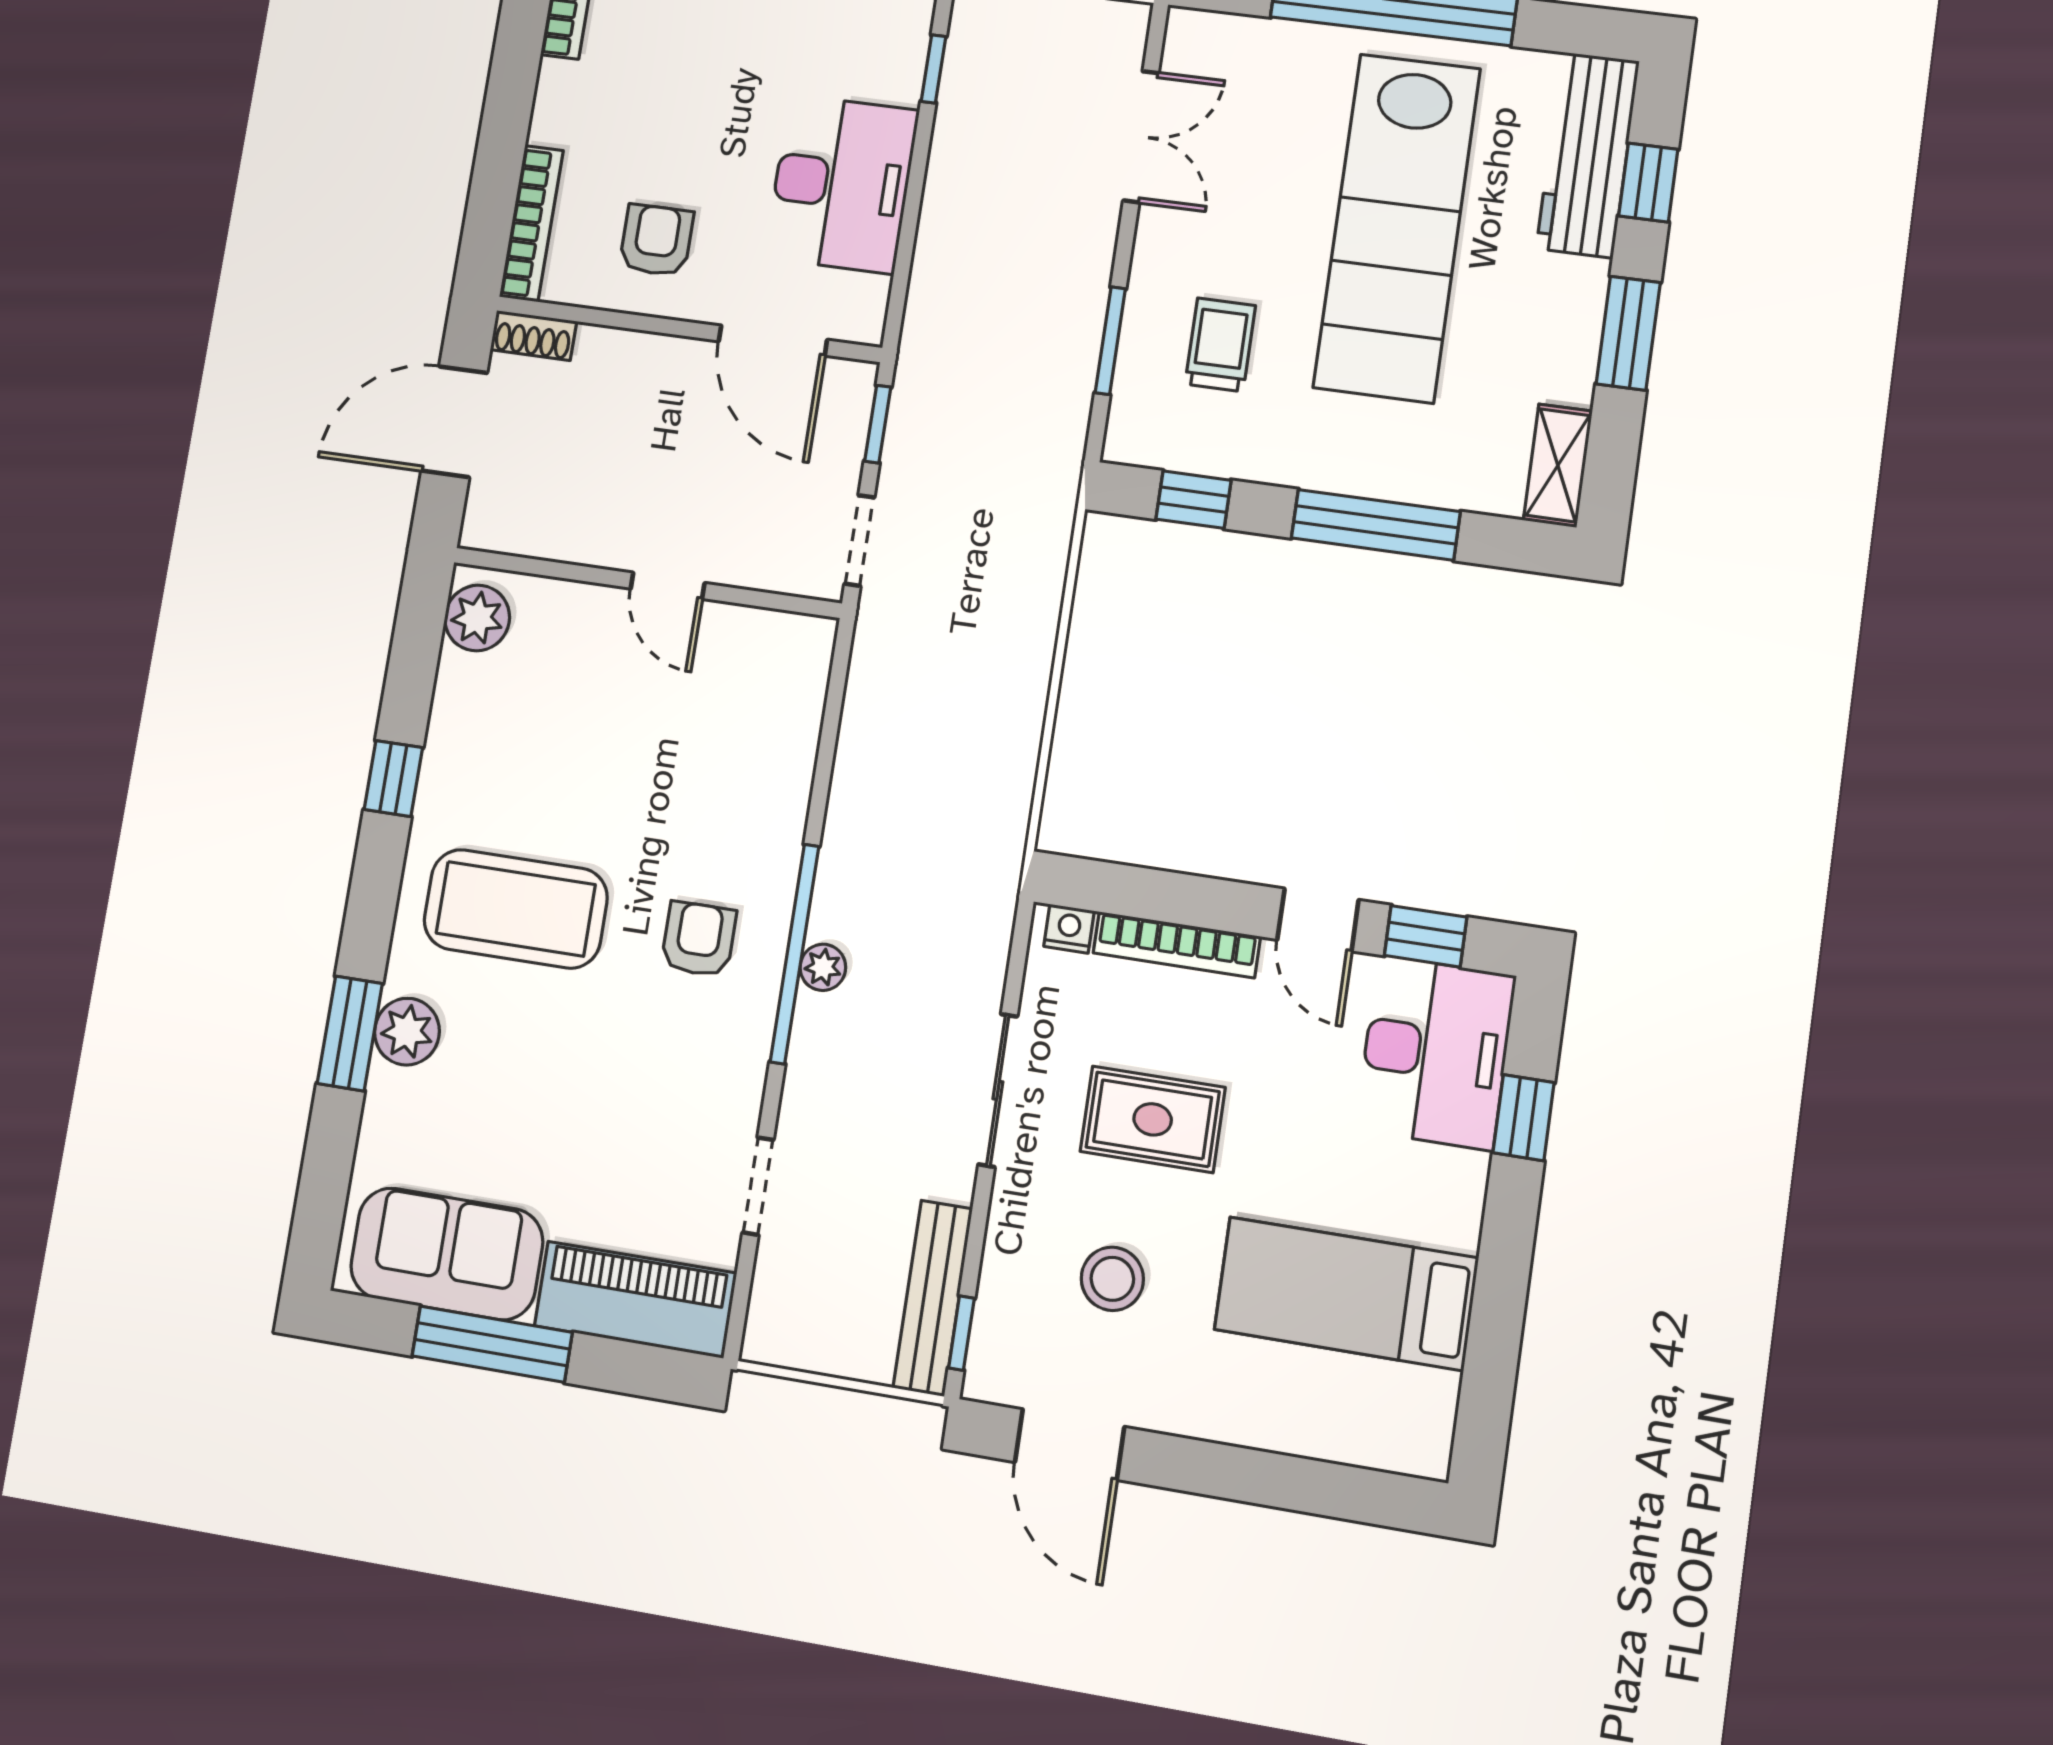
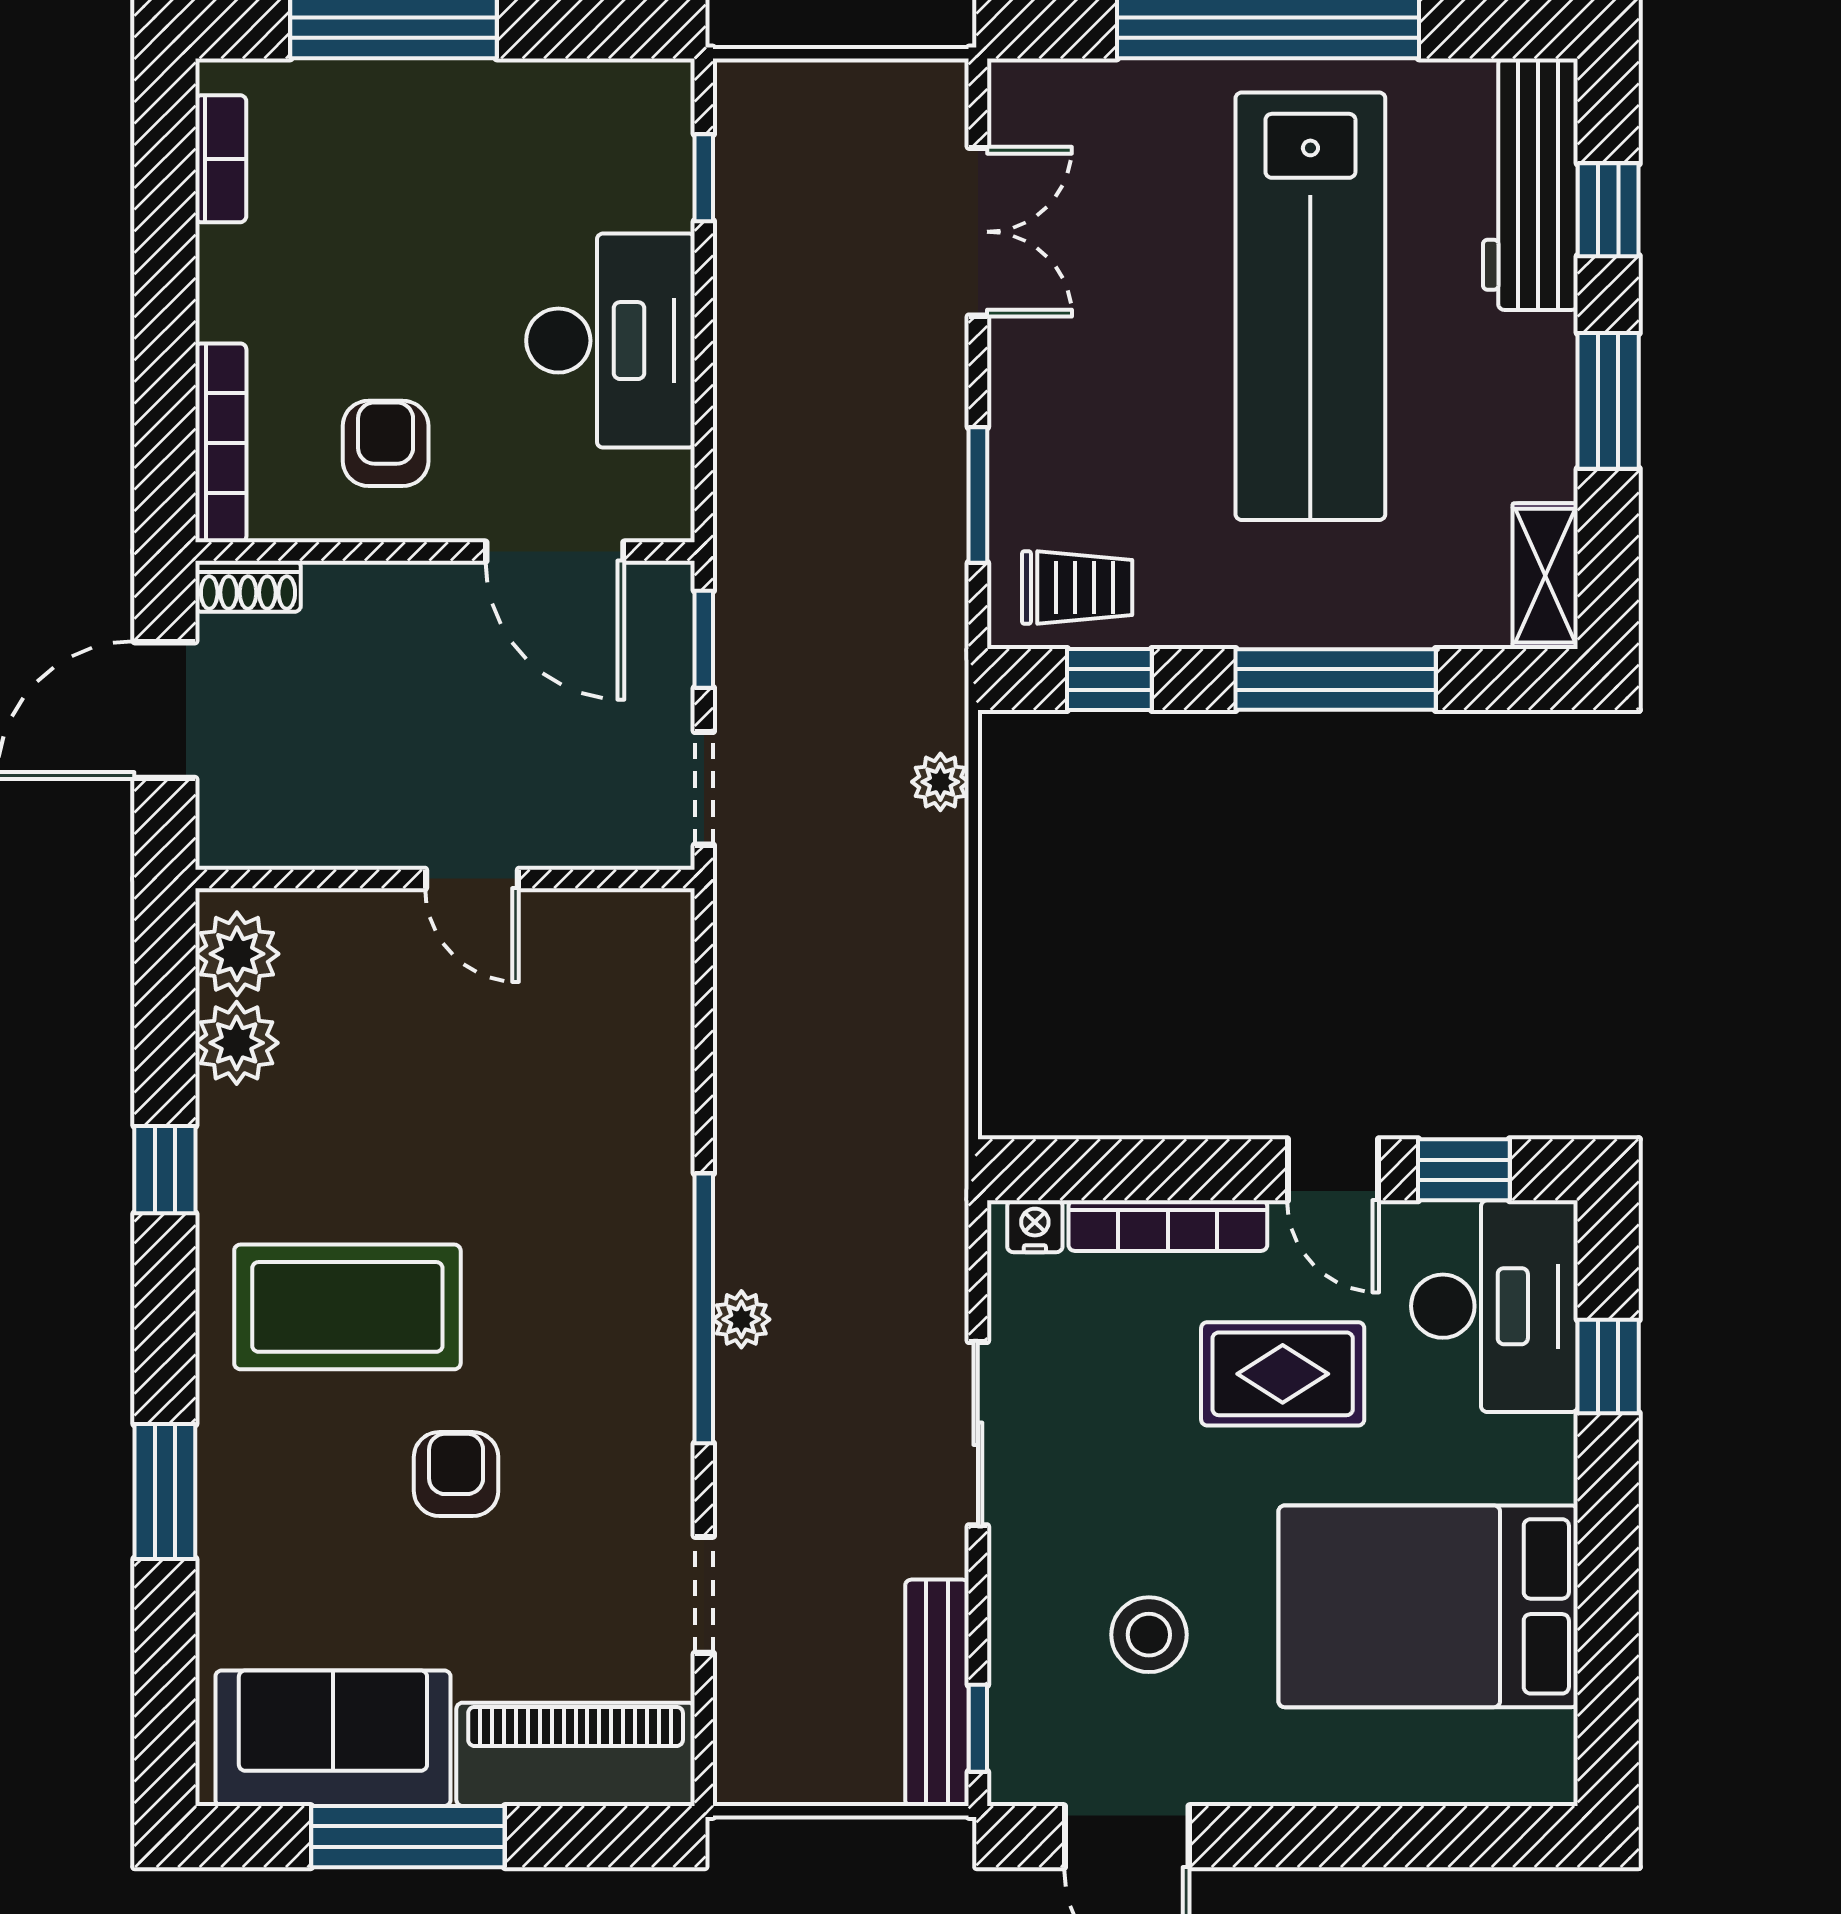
trolley: (1220, 345) -> (1077, 588), moved, turned 90
plant: (1047, 562) -> (940, 782), added
armchair: (699, 939) -> (456, 1474), moved
plant: (407, 1032) -> (237, 1043), moved
rug: (1153, 1119) -> (1283, 1374), moved
bed: (1346, 1294) -> (1428, 1606), width x1.50

